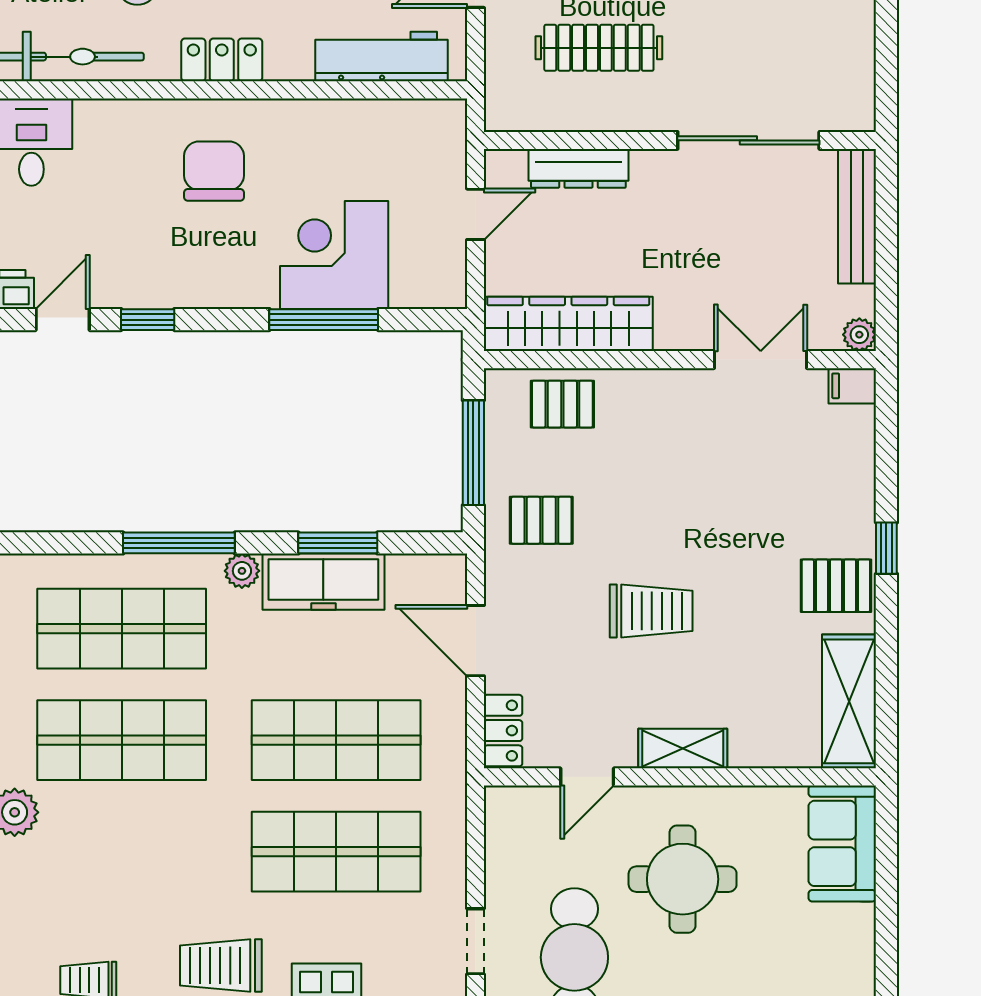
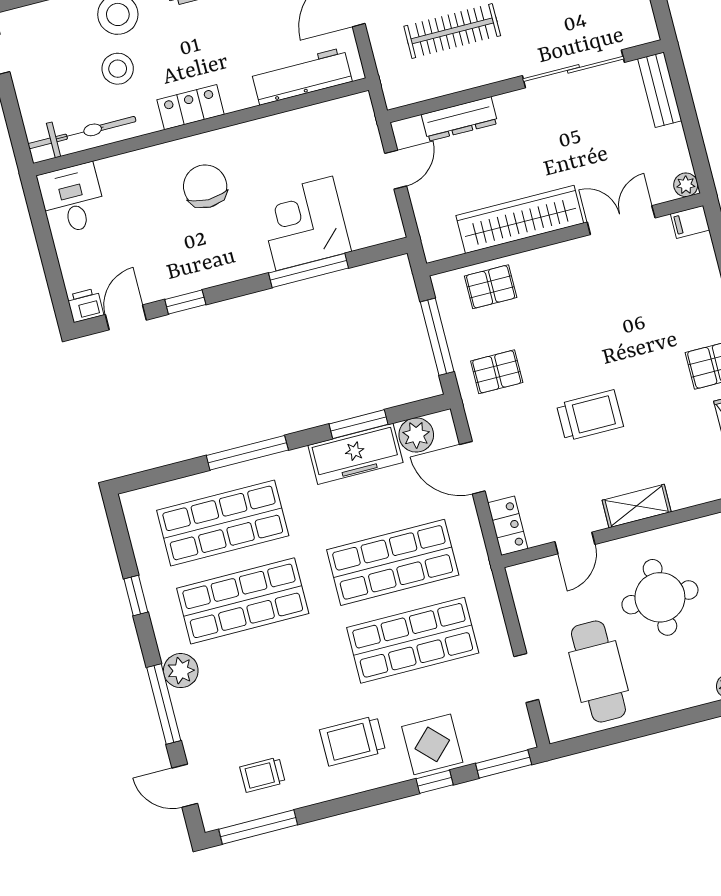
bench: (857, 216) -> (660, 90), width x0.73
wardrobe: (568, 324) -> (520, 219), moved
plant: (242, 571) -> (416, 435), moved, width x1.38, depth x1.38

